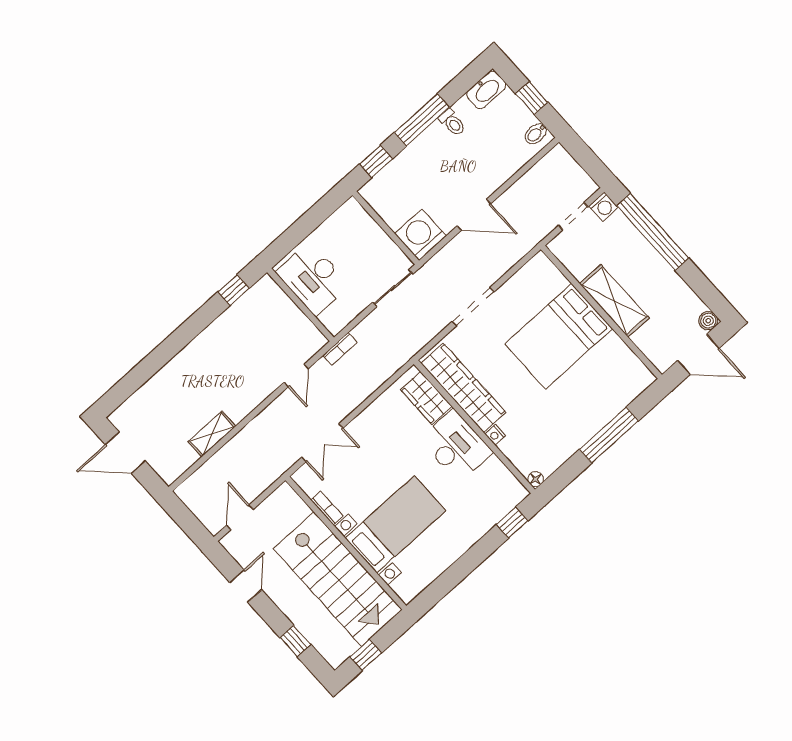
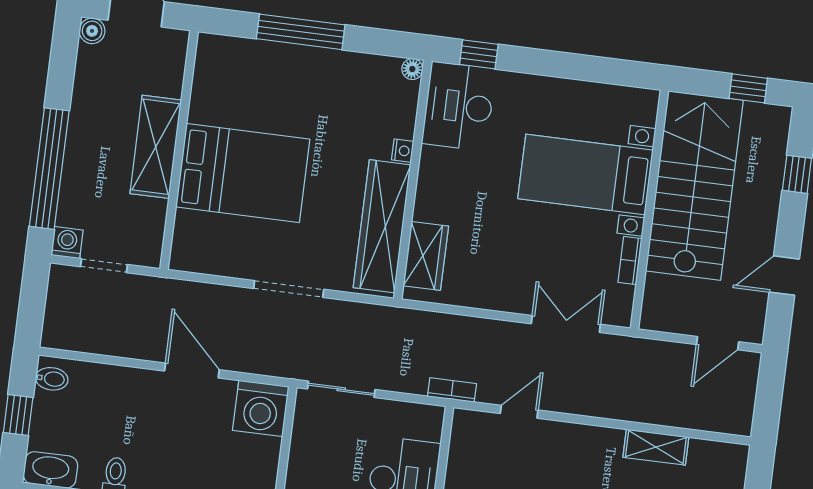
desk: (456, 446) -> (459, 106), moved

